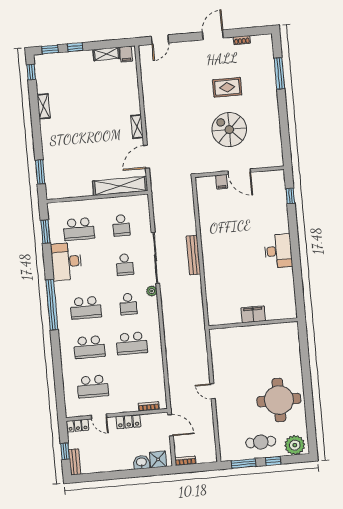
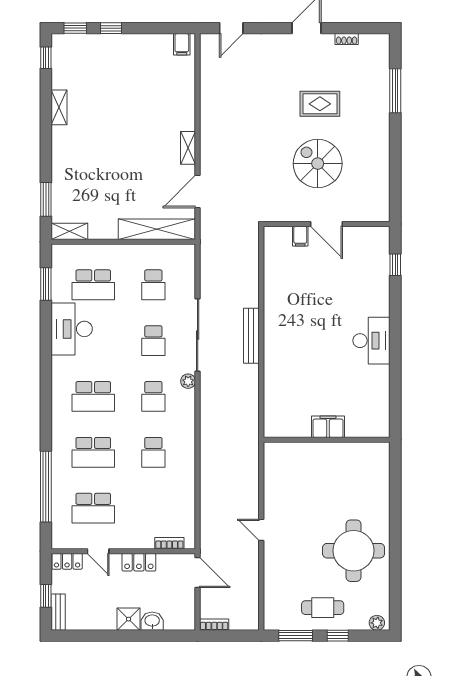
shelving: (106, 54) -> (69, 231), moved
window: (52, 305) -> (46, 487), moved
school desk: (132, 343) -> (153, 452), width x0.54
plant: (295, 445) -> (377, 623), width x0.53, depth x0.53
shower: (158, 459) -> (129, 619), moved

